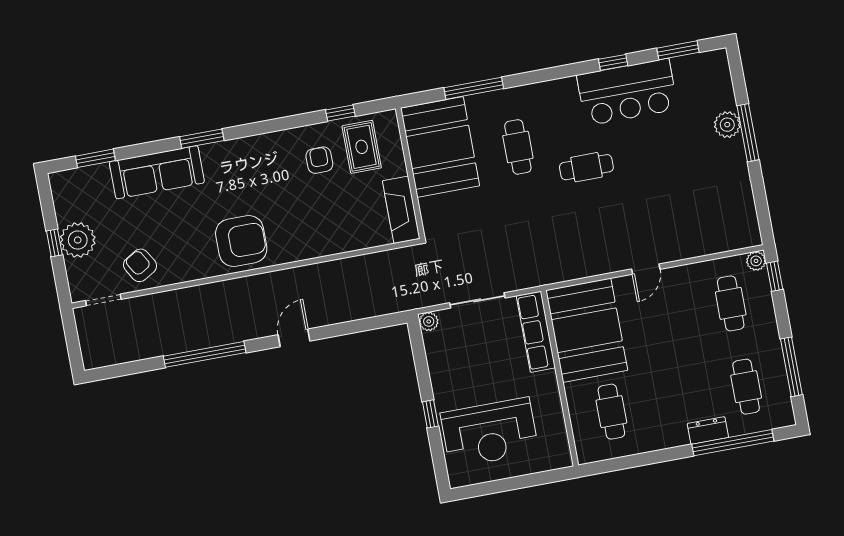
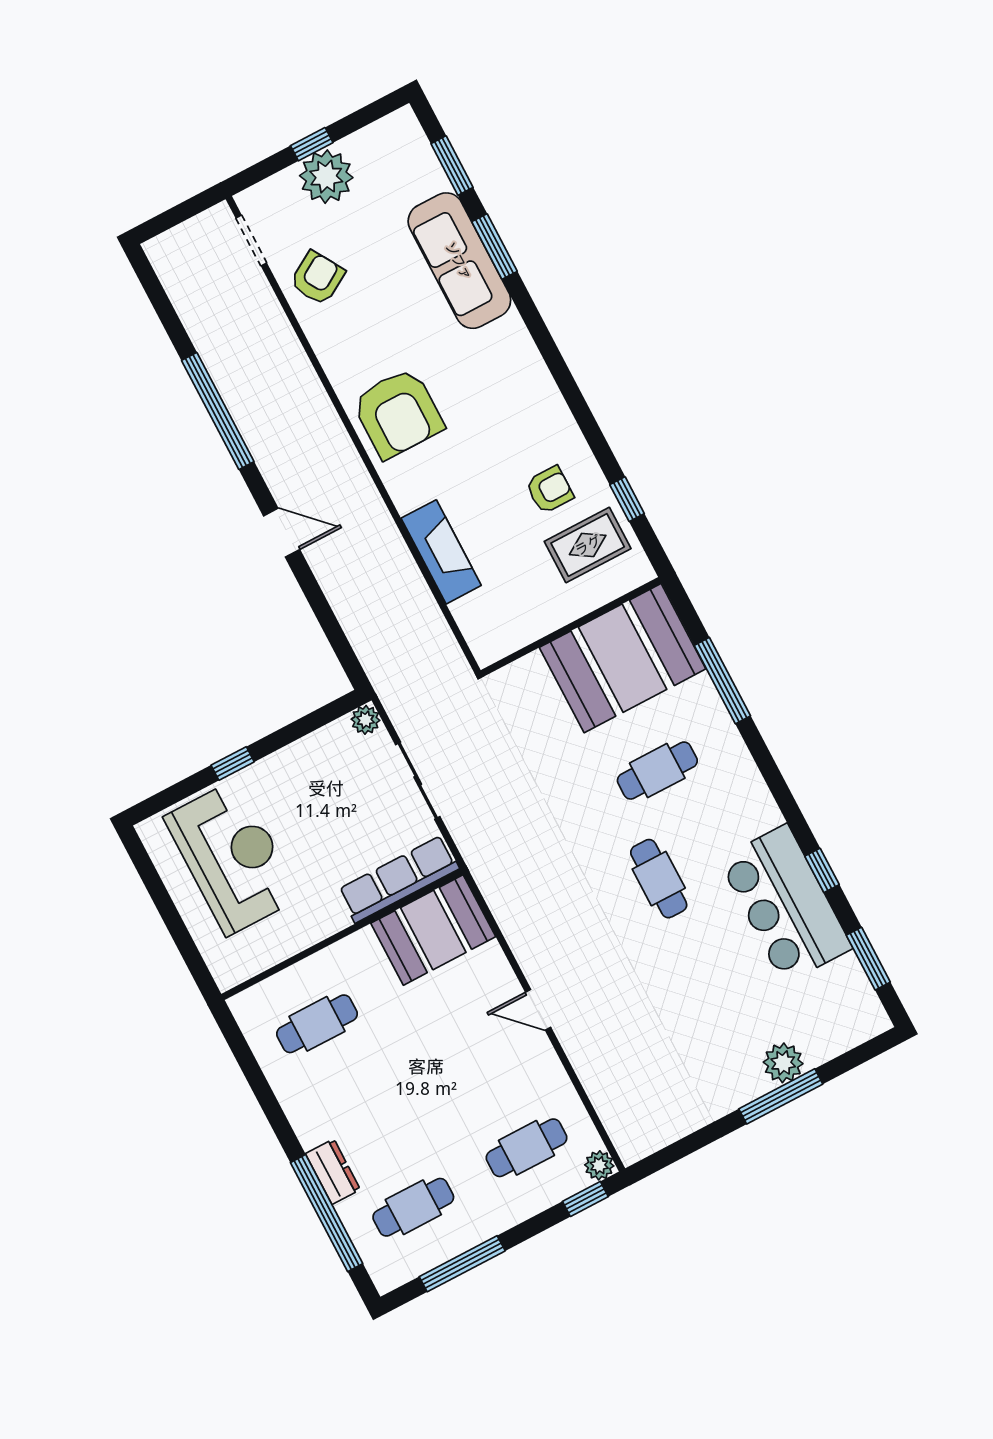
window: (202, 139) -> (494, 247), moved
fireplace: (401, 210) -> (441, 552), moved, turned 90
booth: (587, 330) -> (433, 930), width x0.73, depth x0.70
reception desk: (490, 433) -> (232, 857), turned 180

